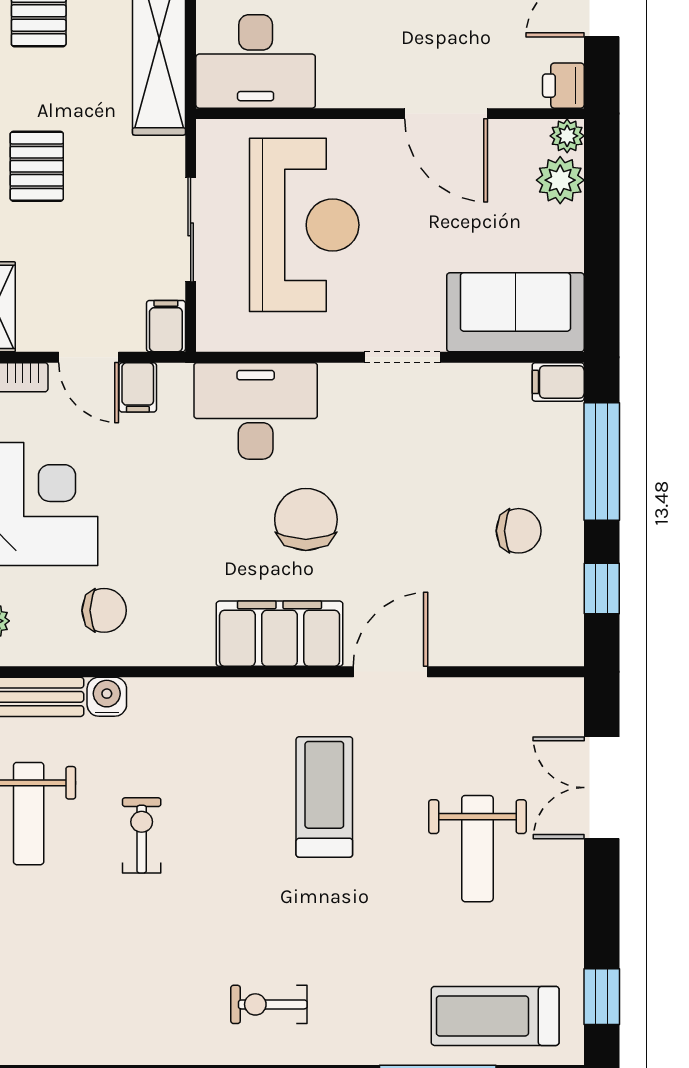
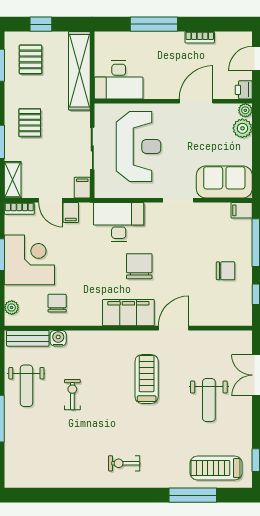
door: (446, 114) -> (196, 101), swing flipped
chair: (104, 610) -> (57, 303), turned -90

